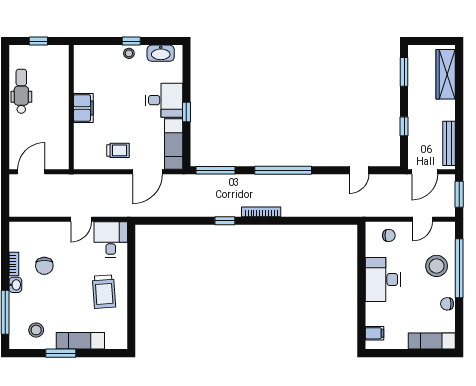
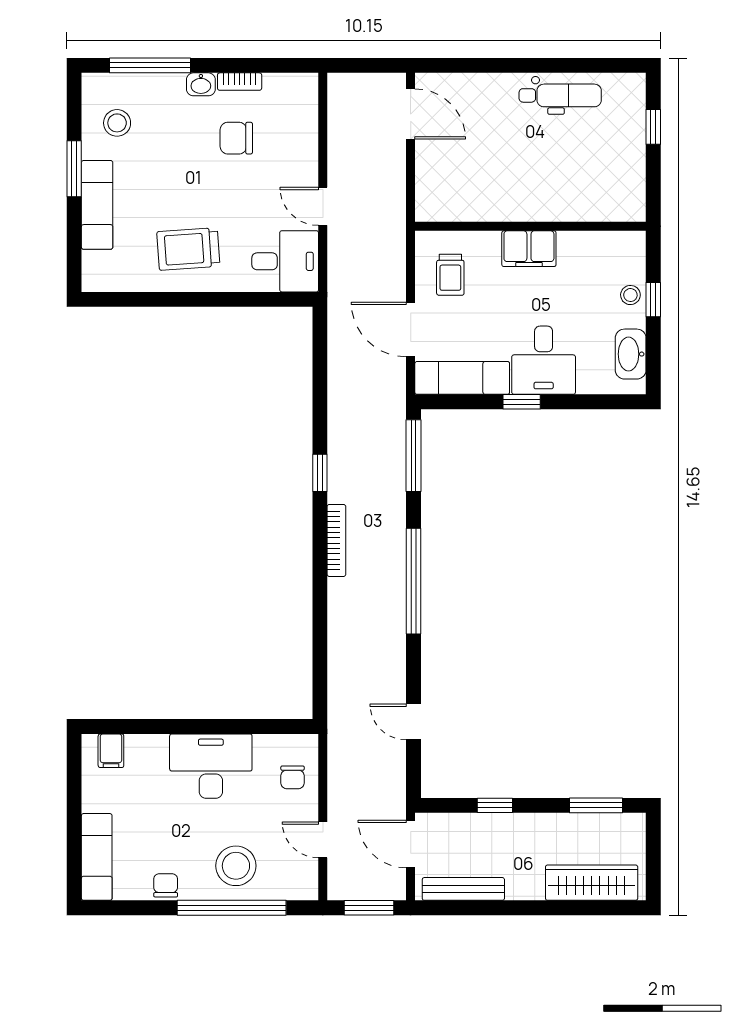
wall: (71, 107) -> (530, 226), moved
filing cabinet: (83, 108) -> (529, 249), moved

